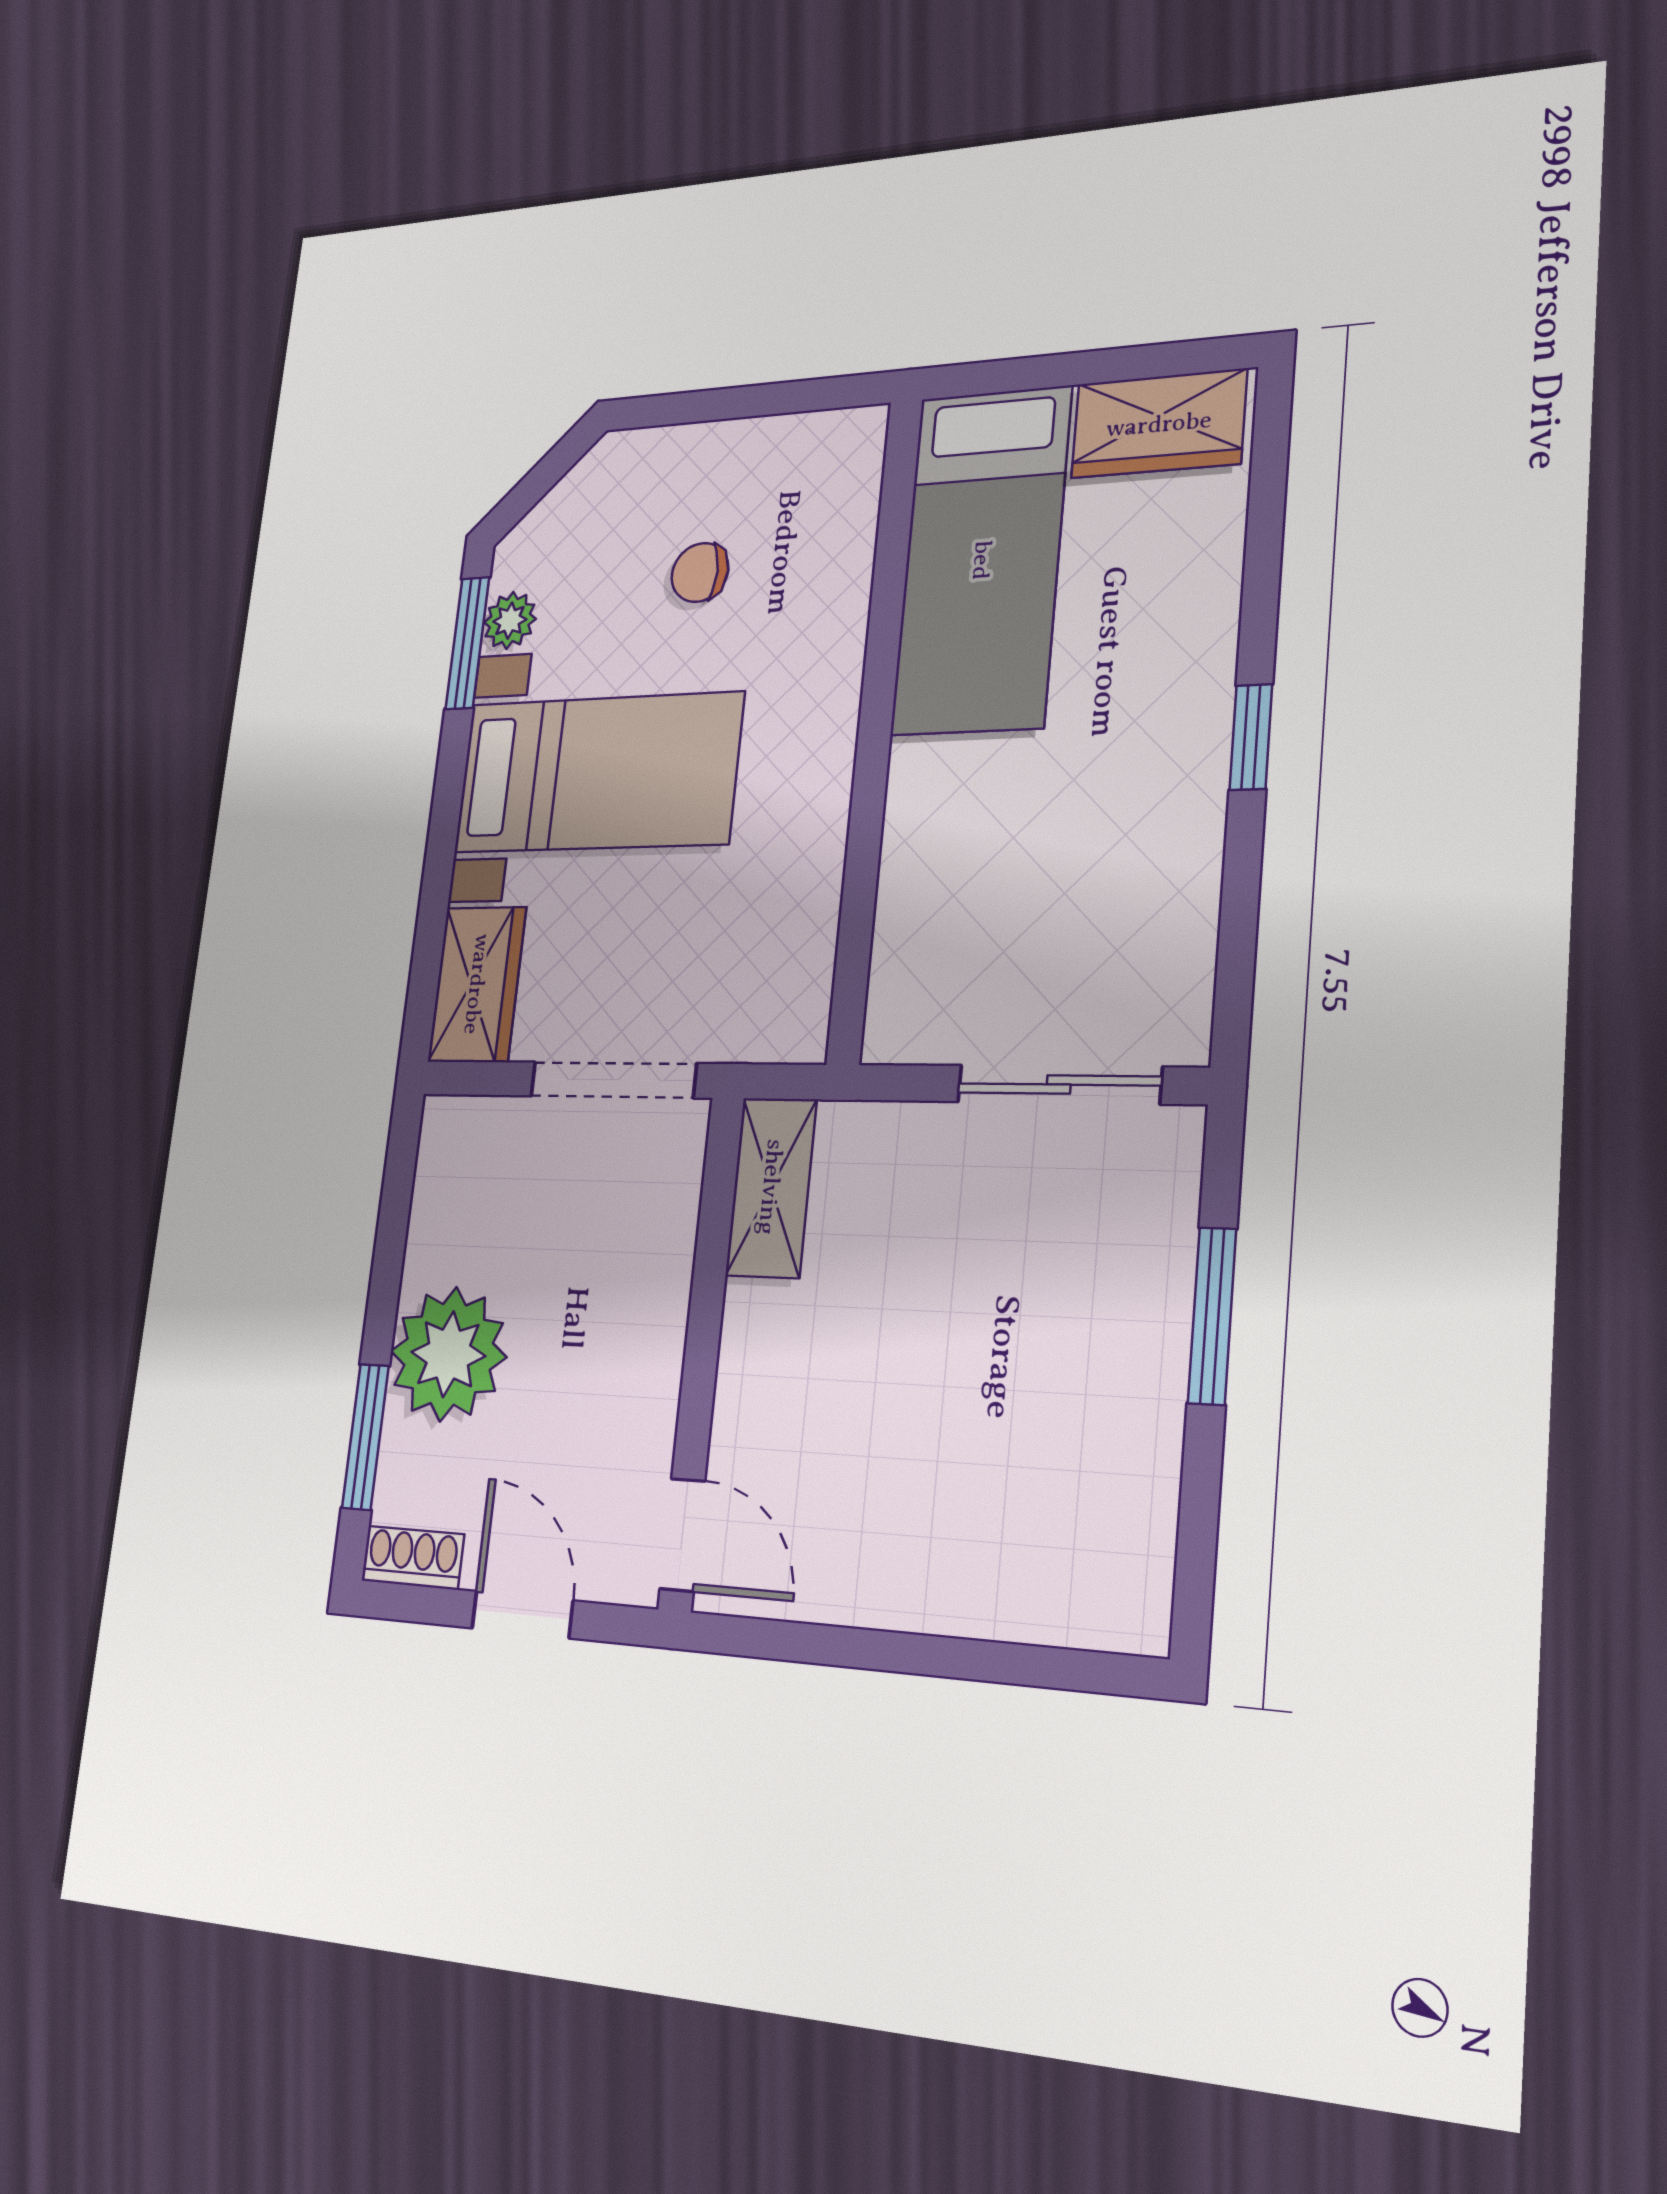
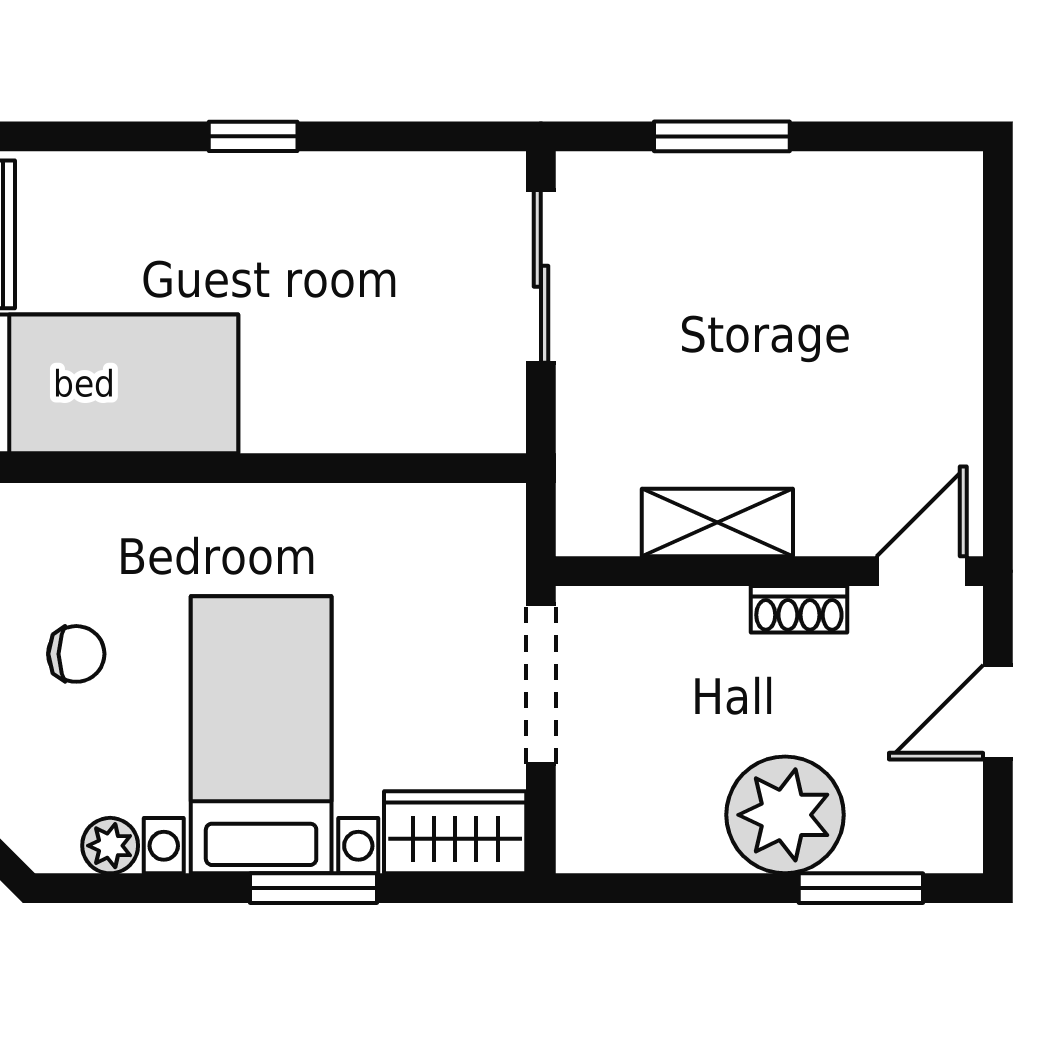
chair: (700, 572) -> (76, 654), turned -90
window: (467, 643) -> (313, 888), moved
shelving: (771, 1187) -> (717, 523), moved
shoe rack: (413, 1558) -> (799, 609), moved, turned -90

